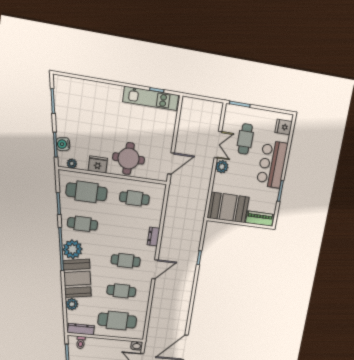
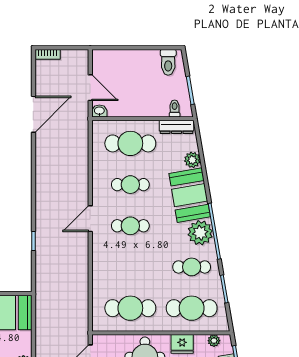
cafe table: (134, 198) -> (130, 308), width x1.37, depth x1.35
dresser: (154, 236) -> (98, 262), removed

